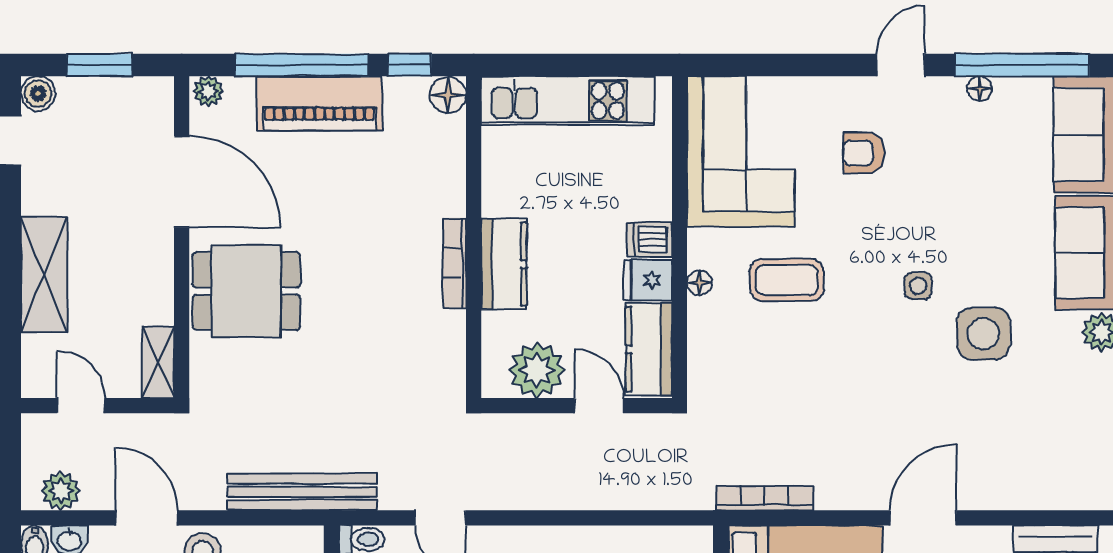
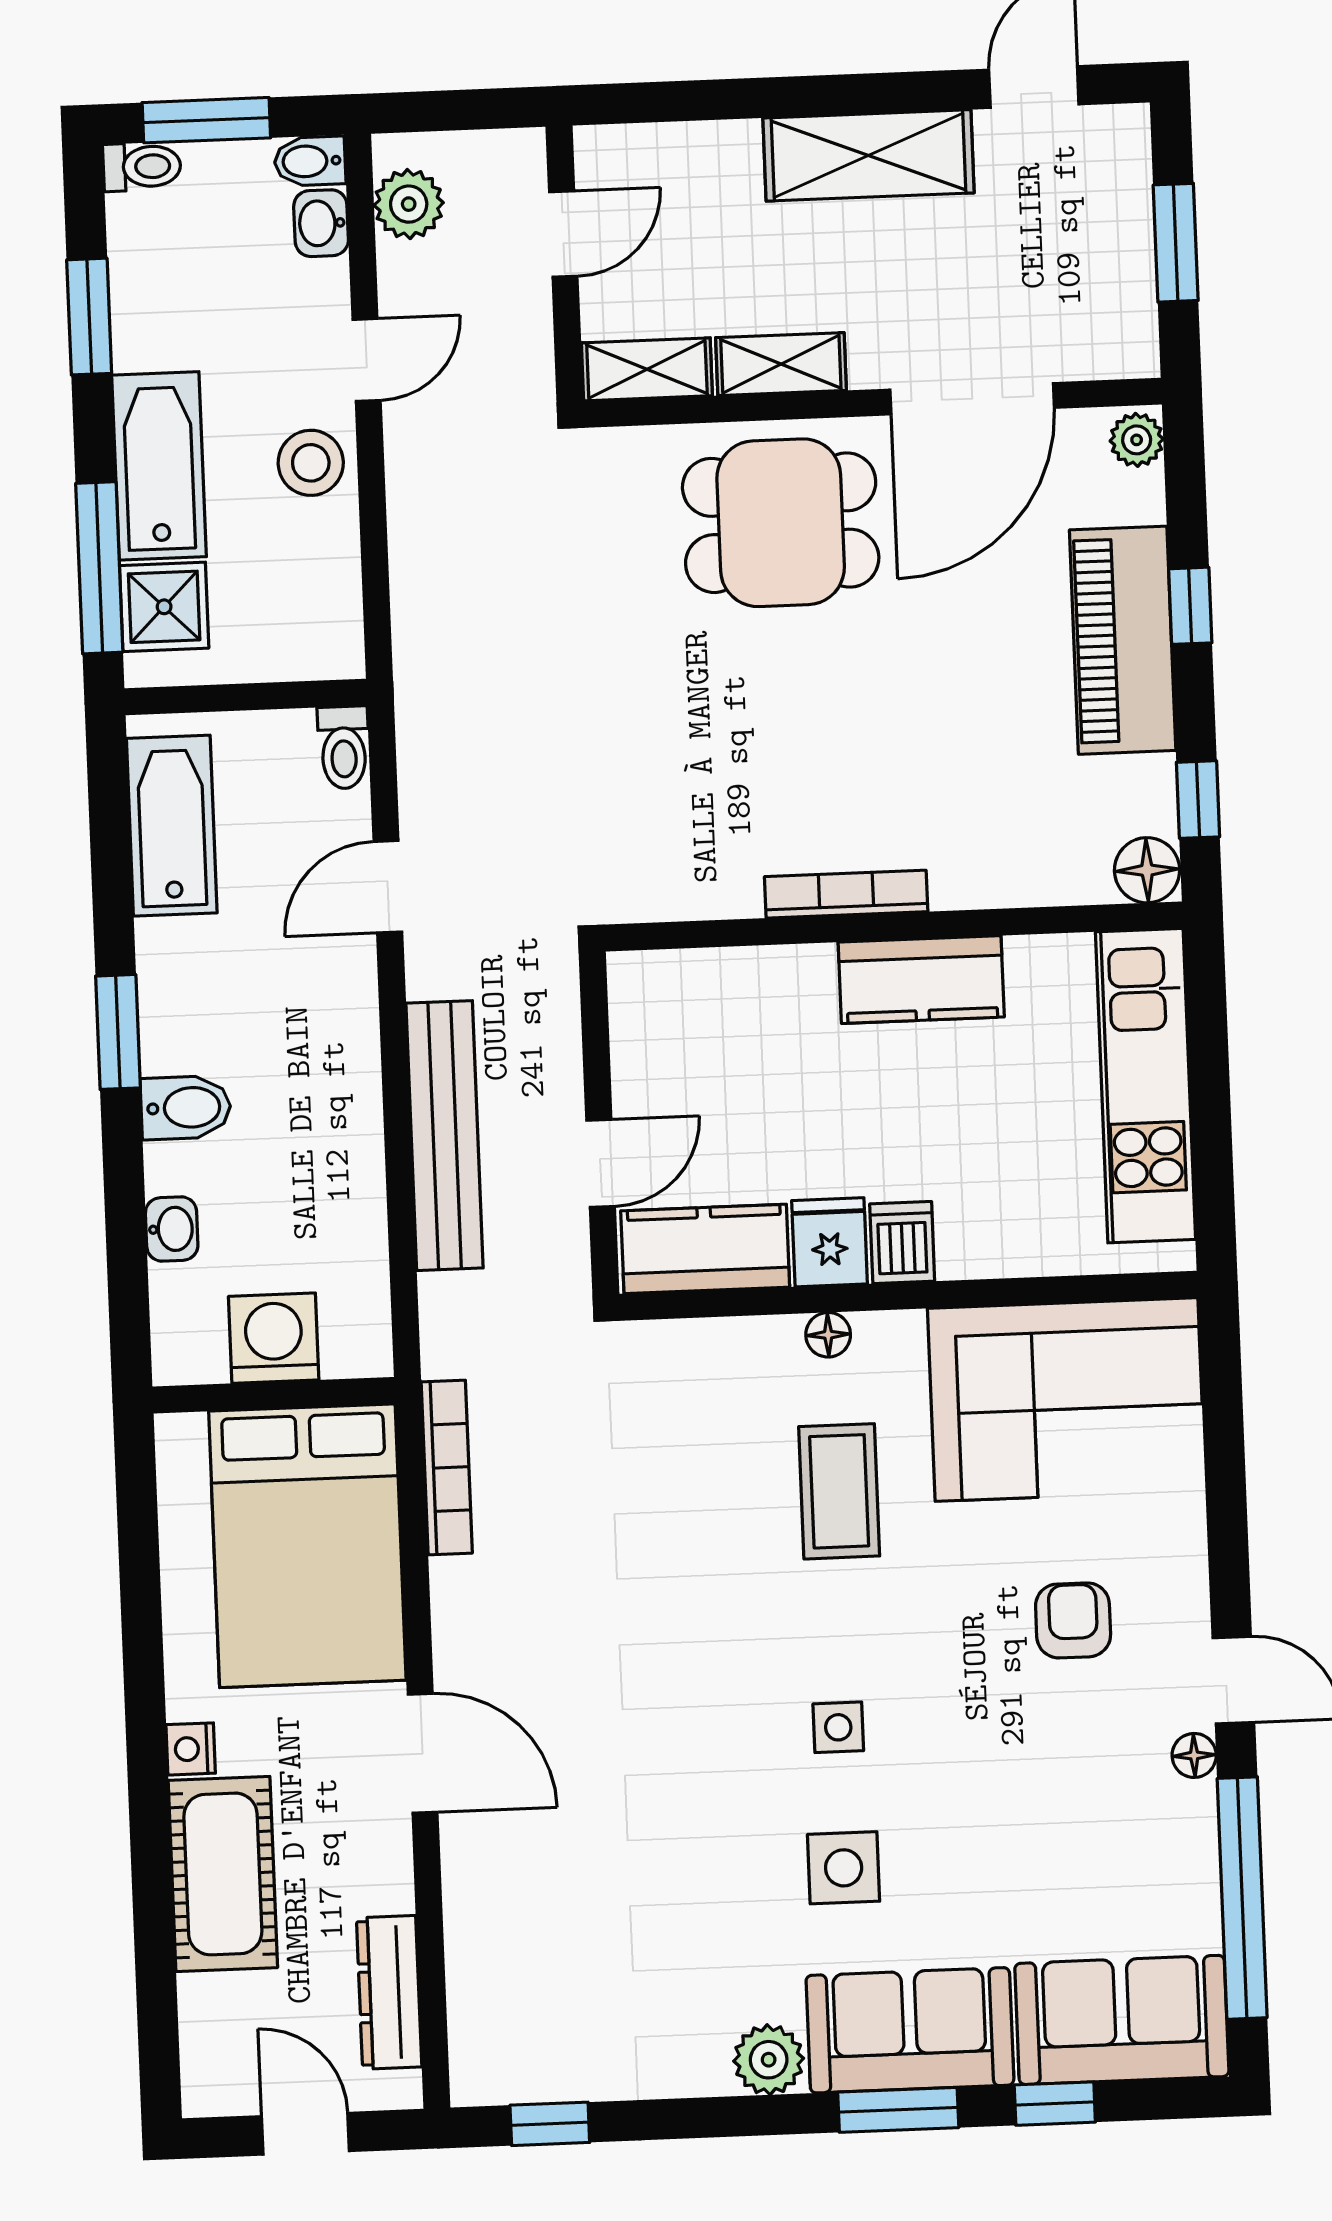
window: (302, 65) -> (1190, 606), width x0.32
floor lamp: (980, 89) -> (1194, 1755), moved
boiler: (38, 94) -> (1120, 135), removed
kitchen counter: (504, 264) -> (921, 980), moved
shelving: (44, 275) -> (868, 155), moved
shelving: (158, 287) -> (781, 364), added
dining table: (246, 291) -> (781, 523), turned 90
side table: (983, 334) -> (844, 1868), moved, width x0.73, depth x0.73
plant: (537, 370) -> (660, 1050), removed
bench: (302, 492) -> (445, 1136), moved
door: (147, 518) -> (367, 360), width x0.73

